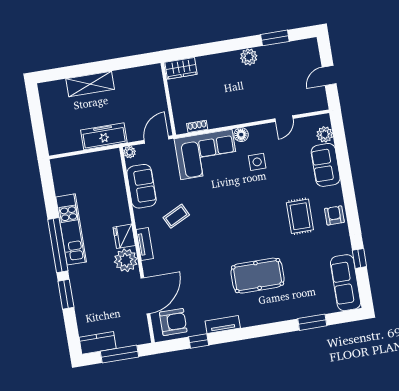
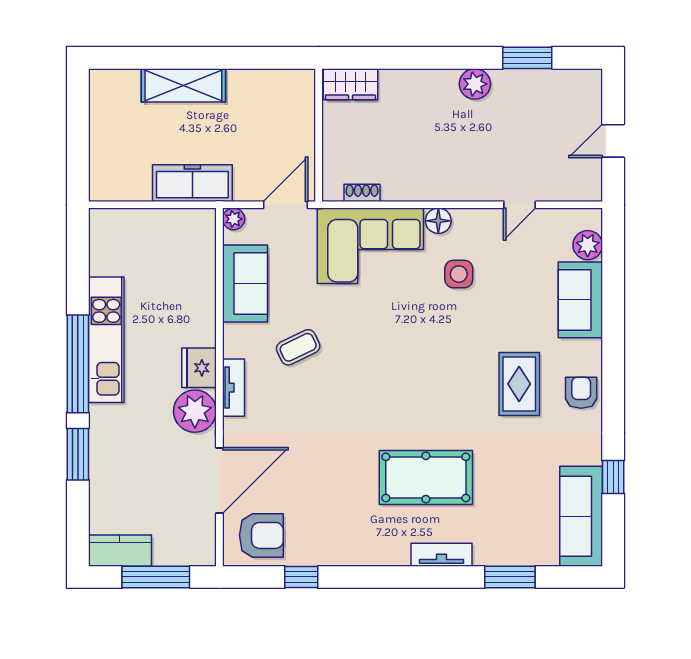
tv unit: (223, 325) -> (441, 555), moved

